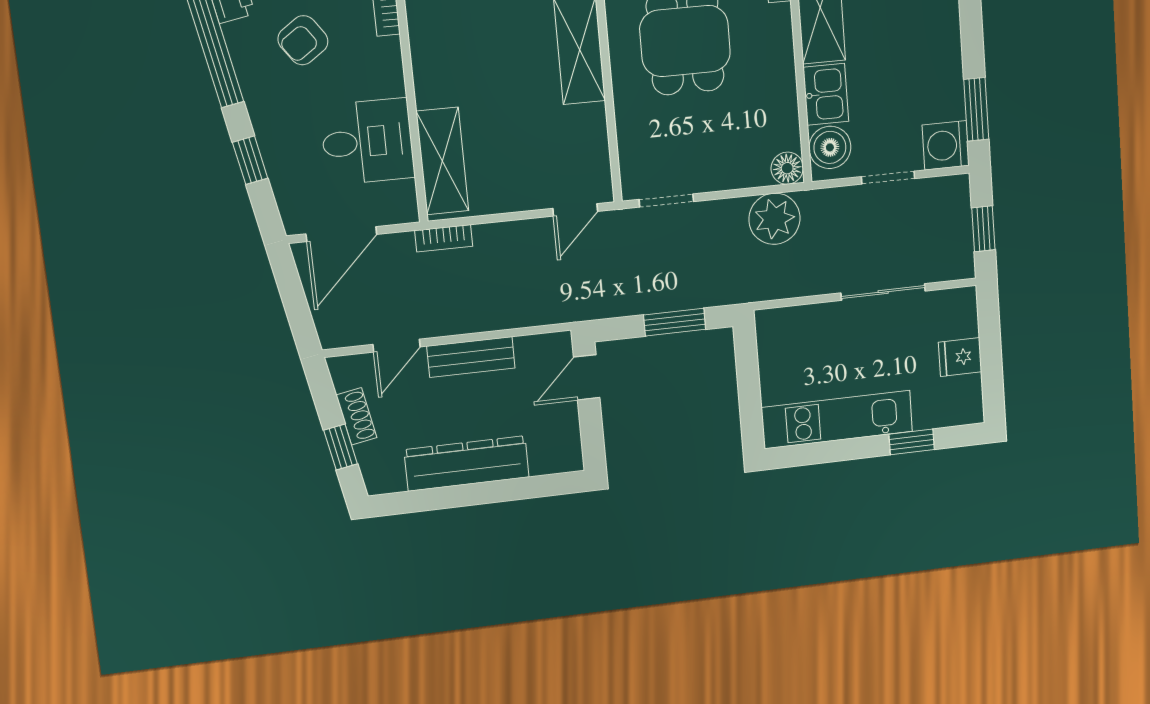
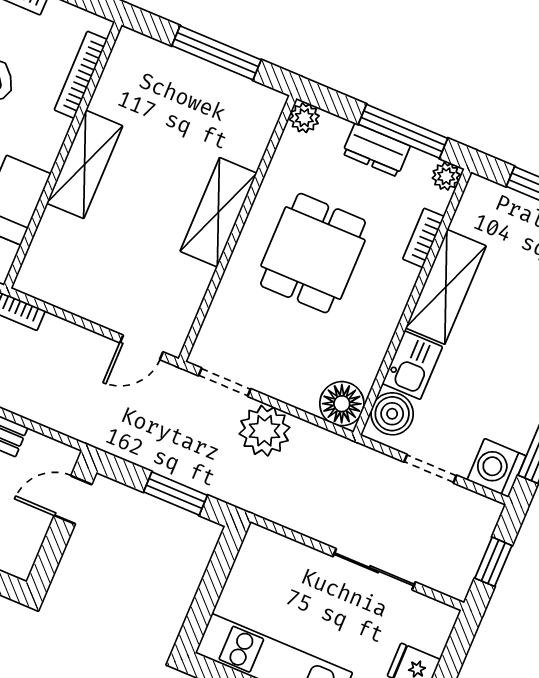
shelving: (442, 161) -> (85, 164), moved
floor lamp: (787, 168) -> (342, 404), width x1.38, depth x1.38
plant: (774, 219) -> (265, 431), moved

